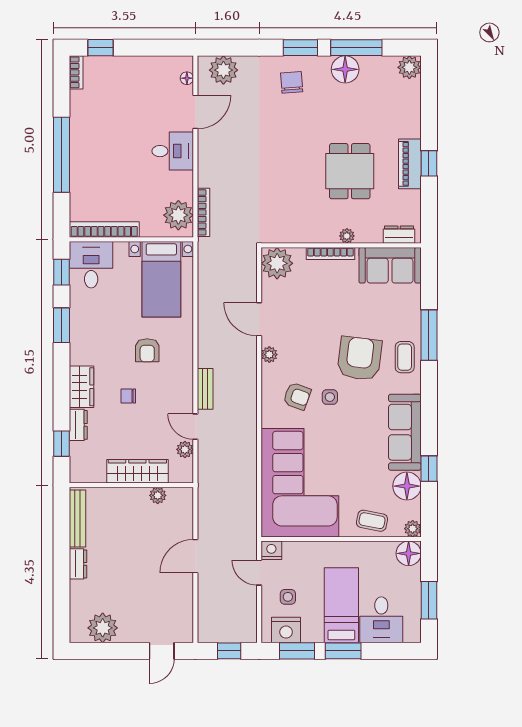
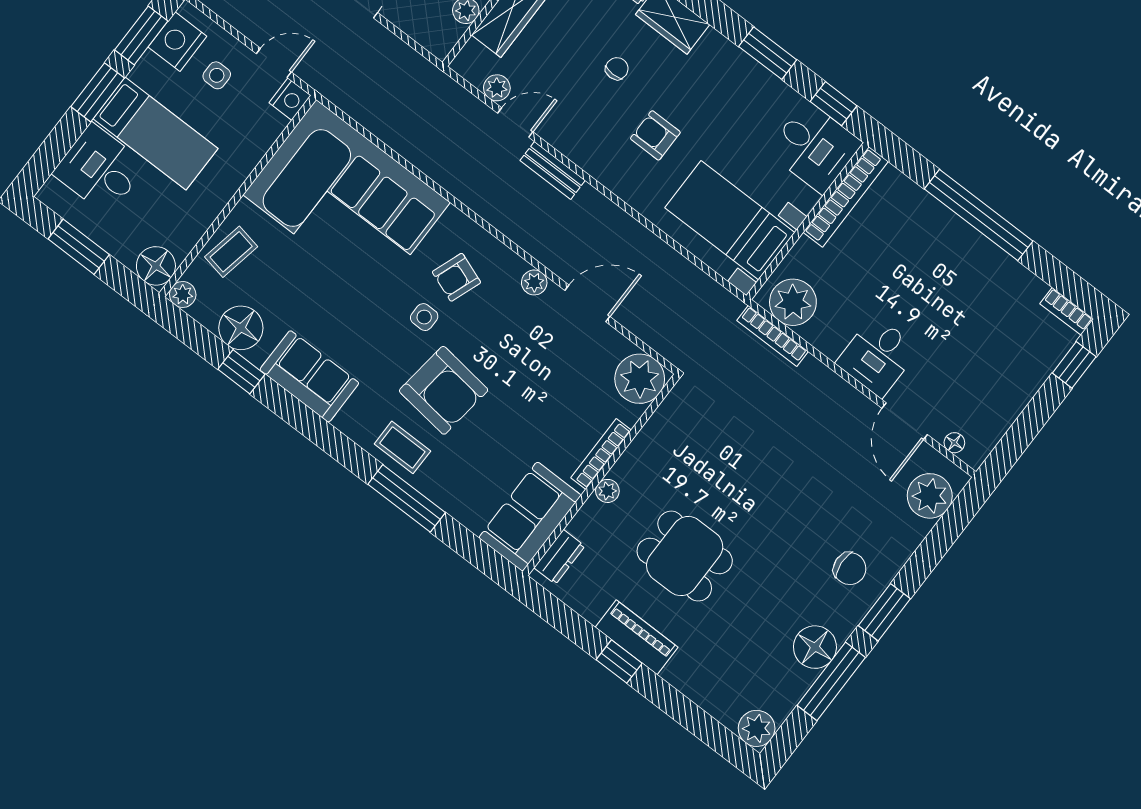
sofa: (405, 432) -> (309, 376), width x0.73

